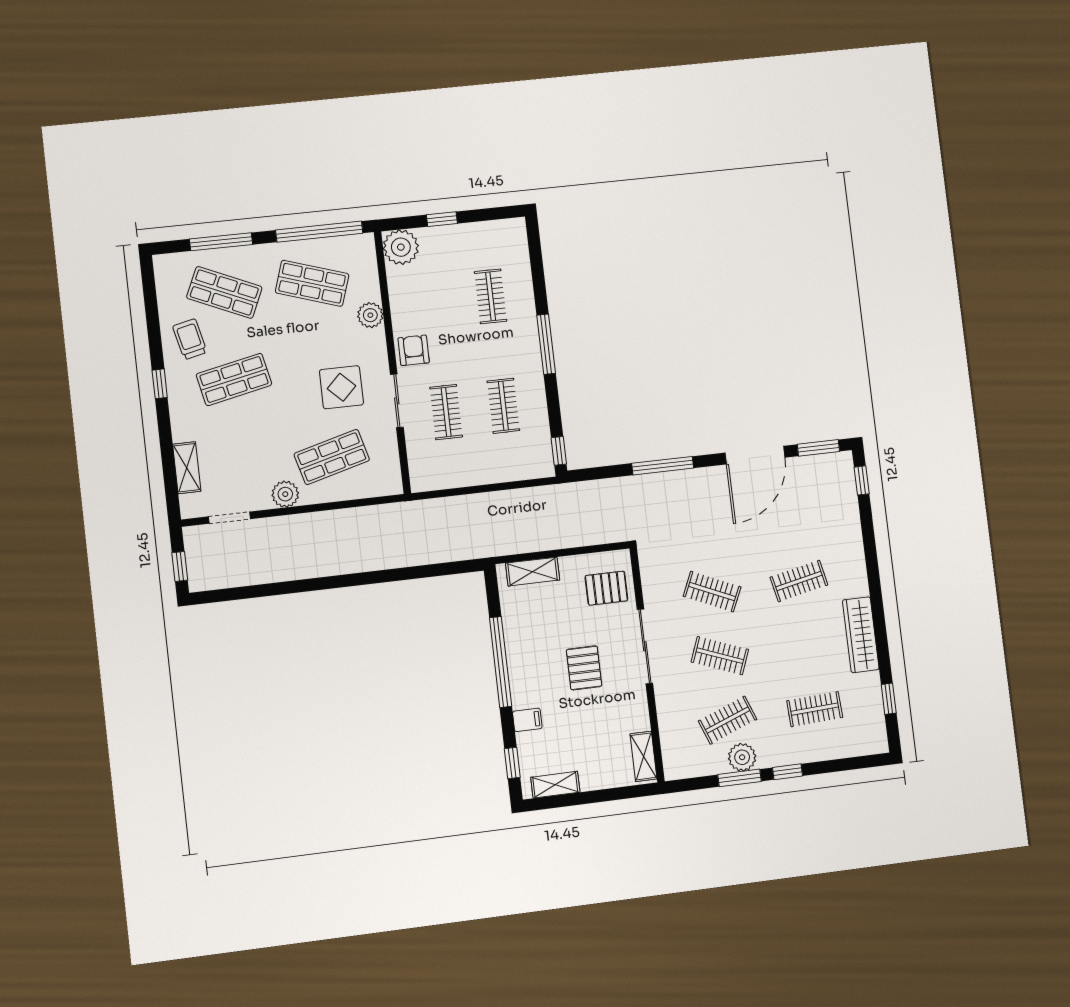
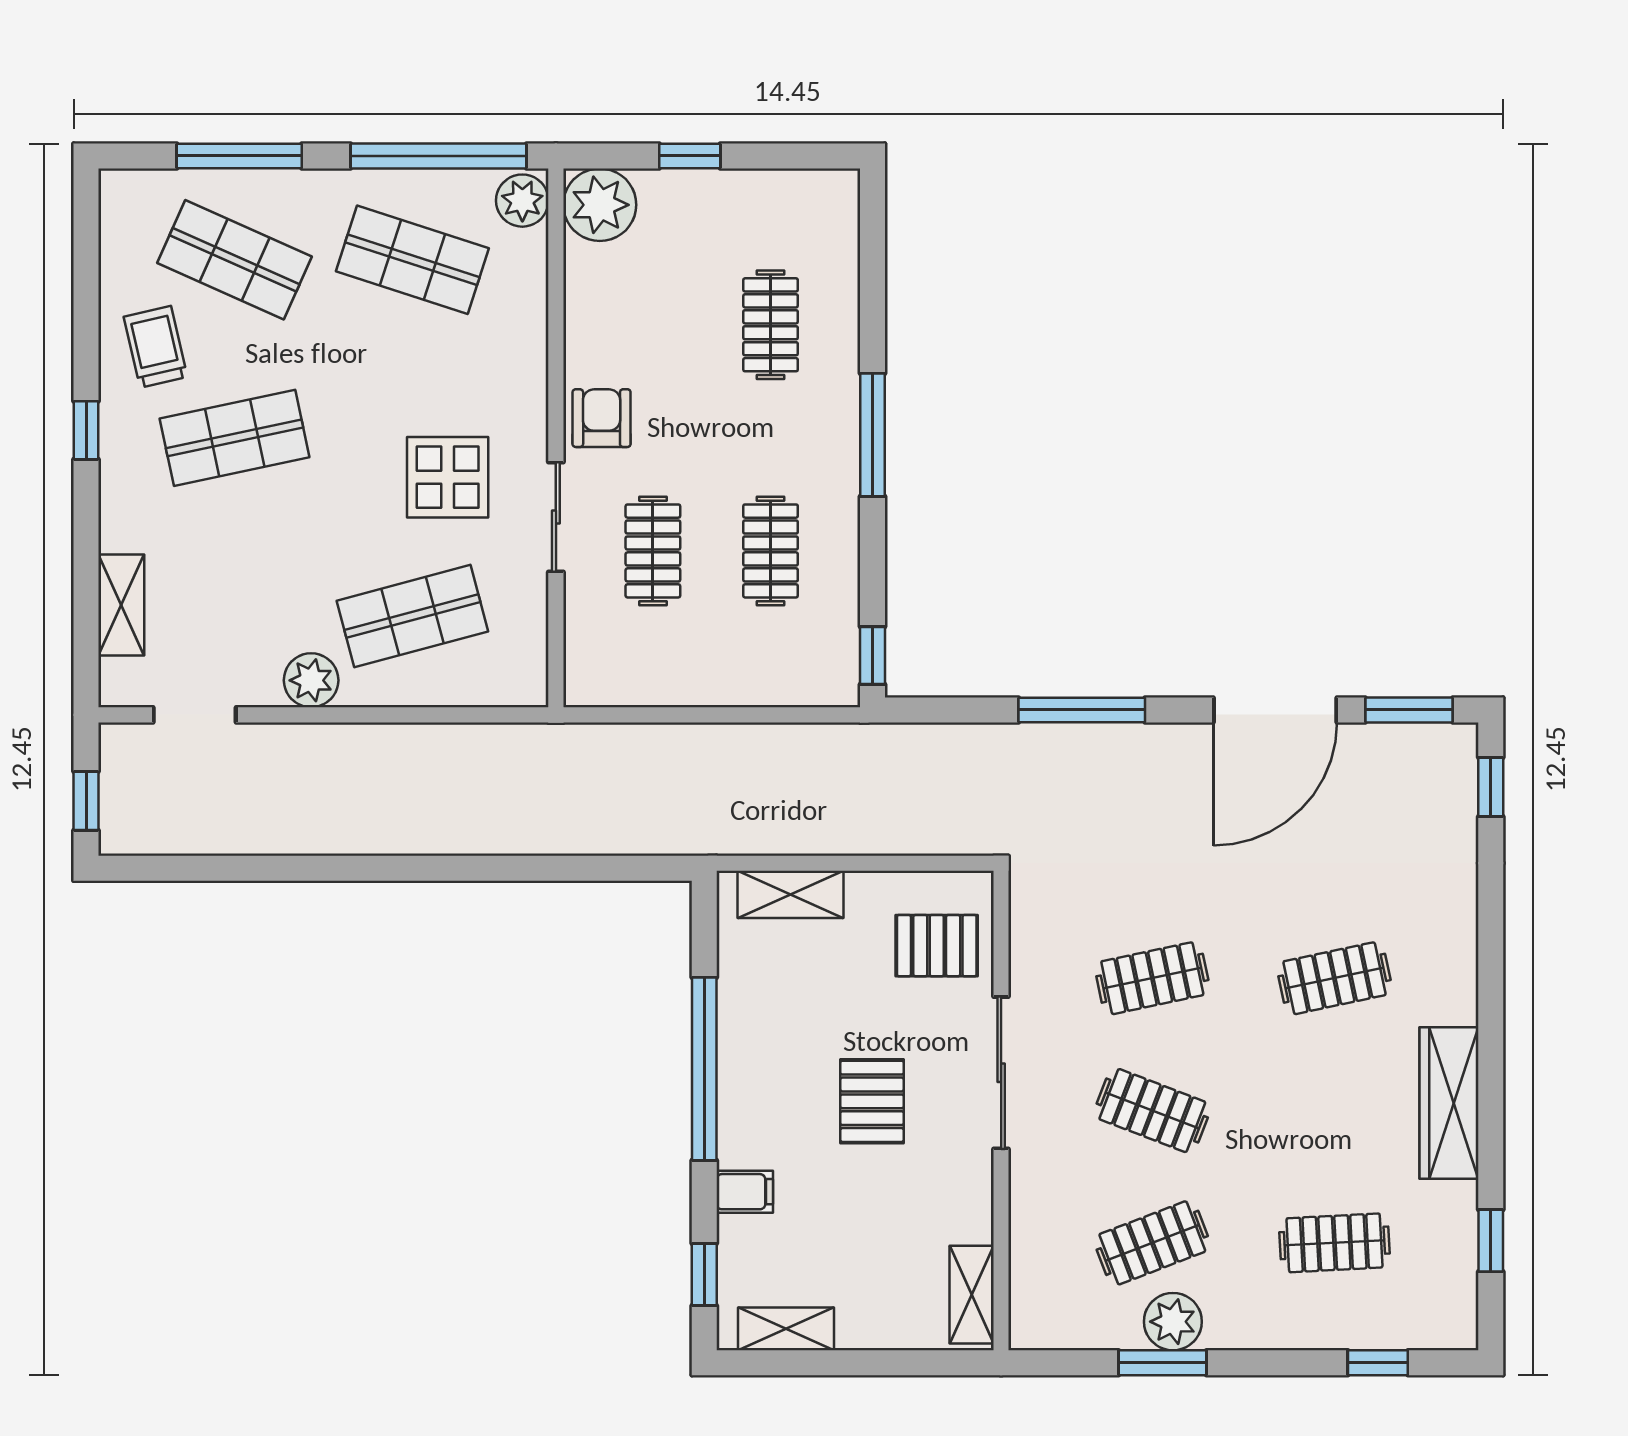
plant: (370, 315) -> (522, 201), moved
clothes rail: (712, 592) -> (1152, 978), turned -36
window: (787, 772) -> (1378, 1363), moved

